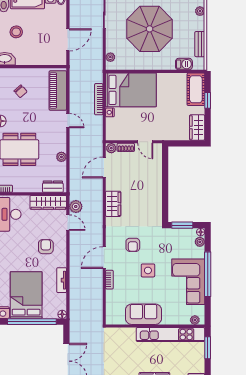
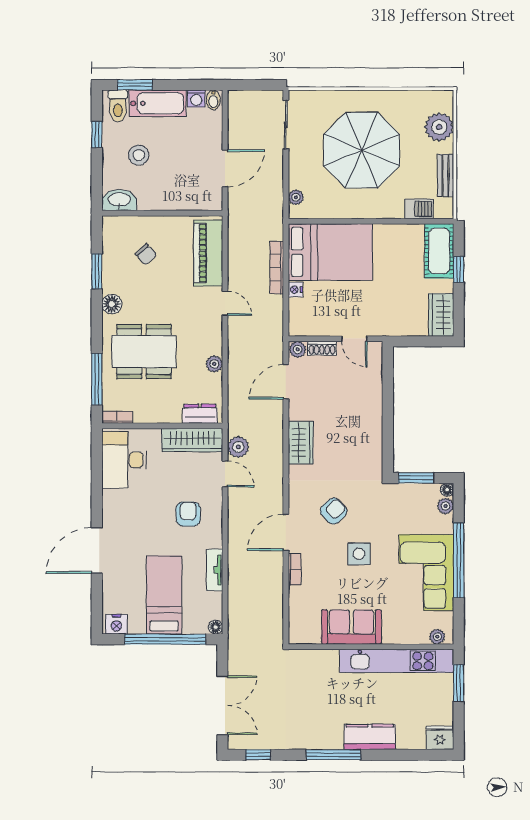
plant: (200, 11) -> (439, 127), width x1.88, depth x1.88
armchair: (133, 245) -> (334, 511), turned -134
bed: (26, 295) -> (164, 595), width x0.67

